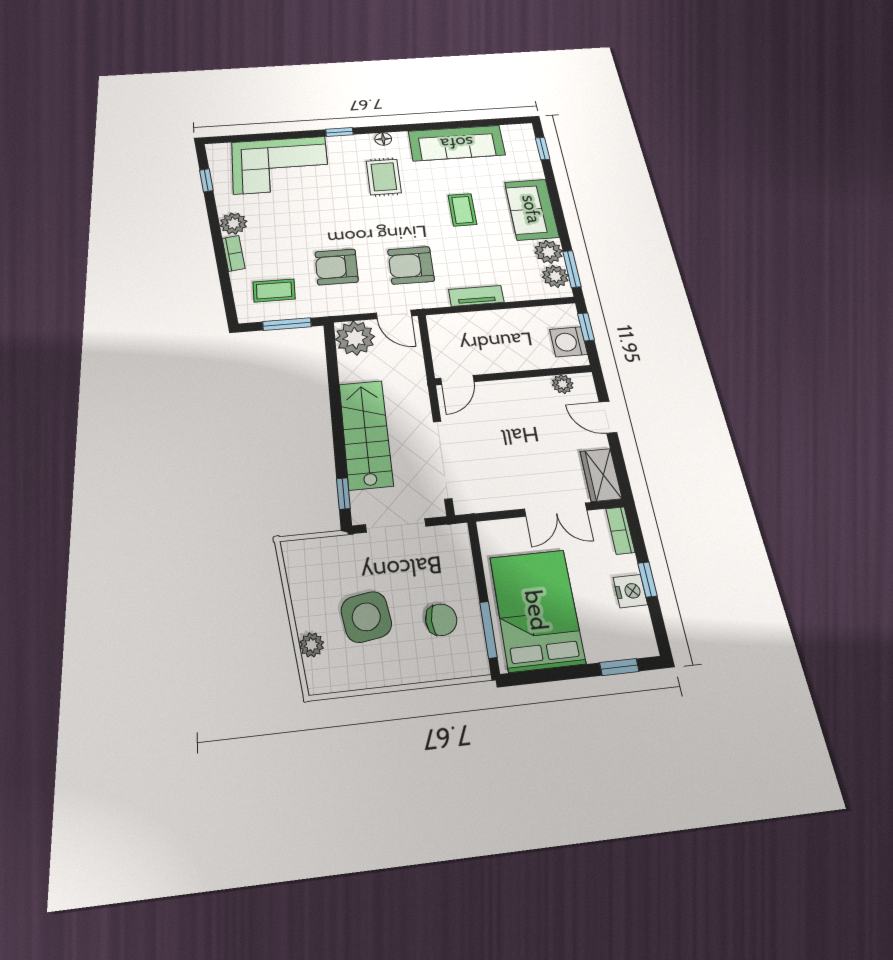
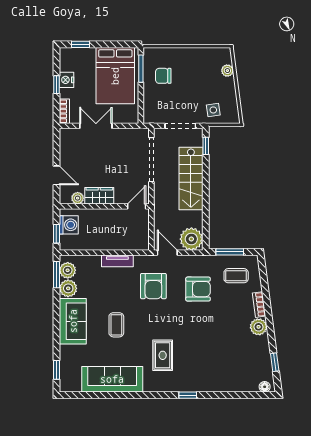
floor lamp: (383, 139) -> (265, 387), moved
corner sofa: (280, 165) -> (228, 371), removed
armchair: (411, 265) -> (153, 286), turned 90
wardrobe: (601, 475) -> (99, 196), moved, turned -90
side table: (366, 617) -> (213, 110), moved, width x0.54, depth x0.54

